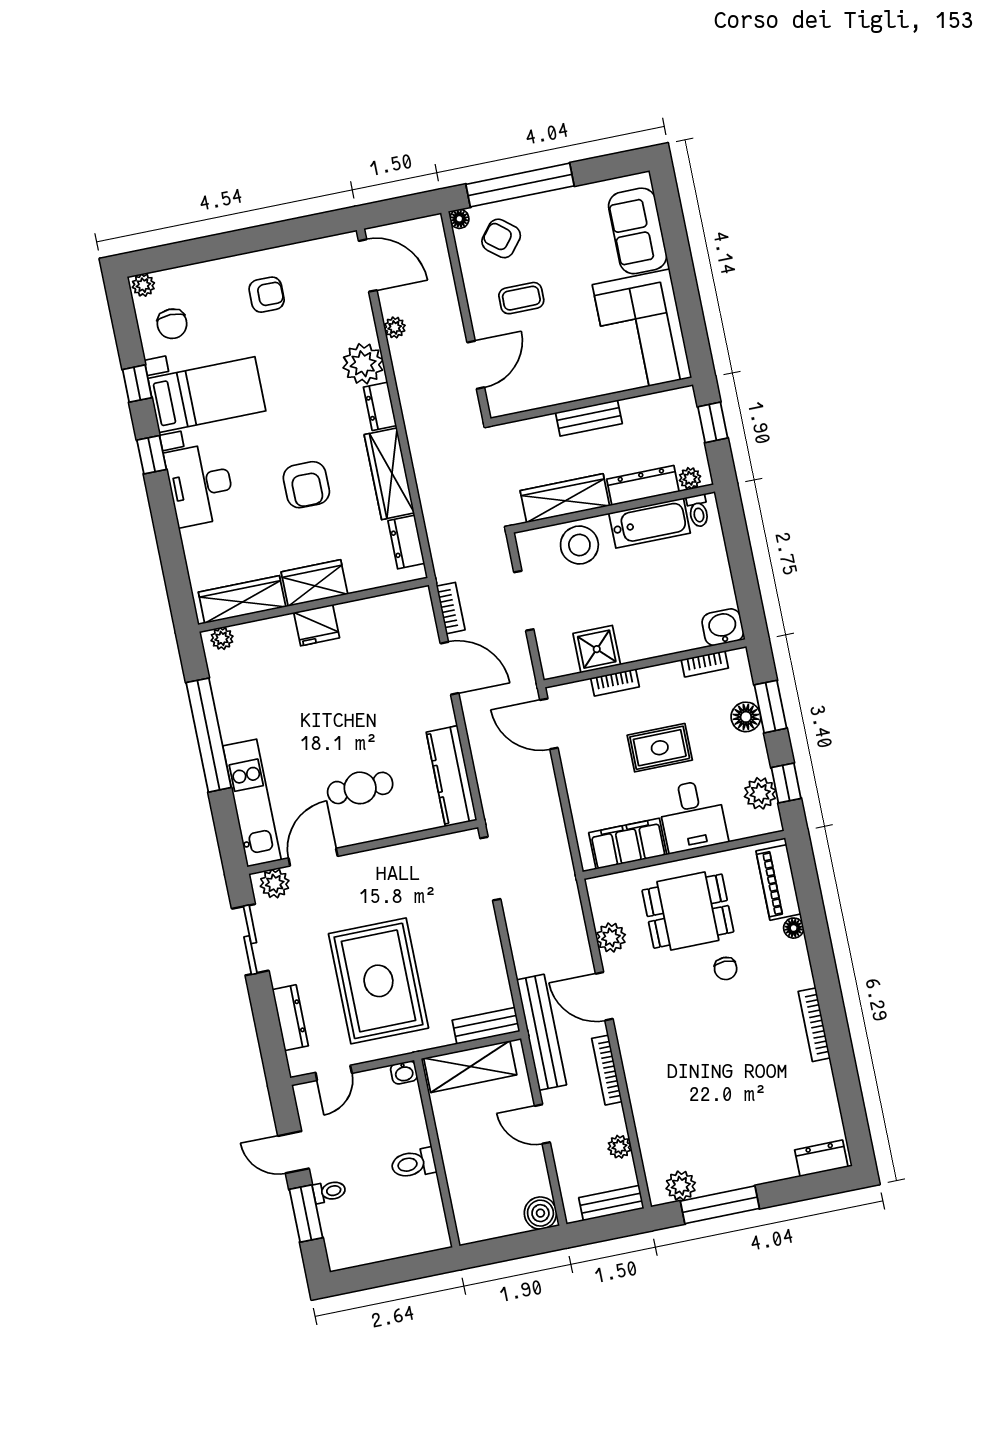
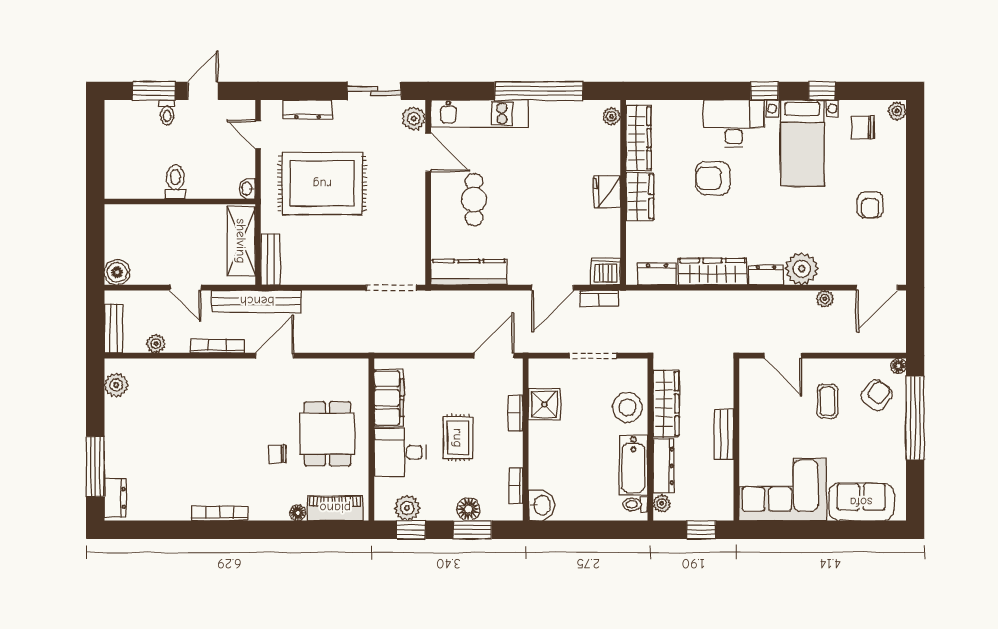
armchair: (306, 485) -> (713, 178), moved
dishwasher: (416, 606) -> (606, 271), added
plant: (611, 938) -> (319, 370), removed
door: (542, 1124) -> (186, 288), swing flipped
window: (720, 1205) -> (95, 467), moved

